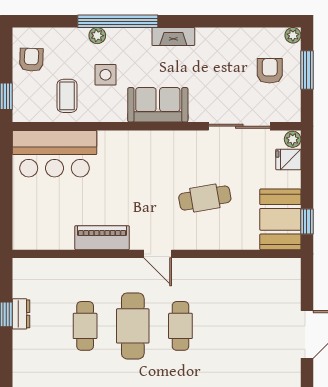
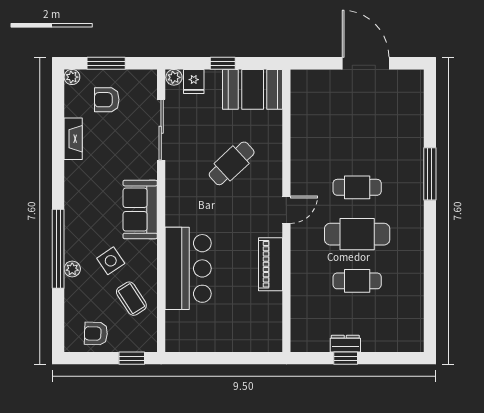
fireplace: (173, 36) -> (73, 139), moved
side table: (106, 75) -> (111, 261), turned -34
coffee table: (67, 96) -> (131, 299), turned 57
bar counter: (55, 154) -> (188, 268), moved
cafe table: (205, 198) -> (232, 163), turned 57
window: (307, 221) -> (223, 63), moved

